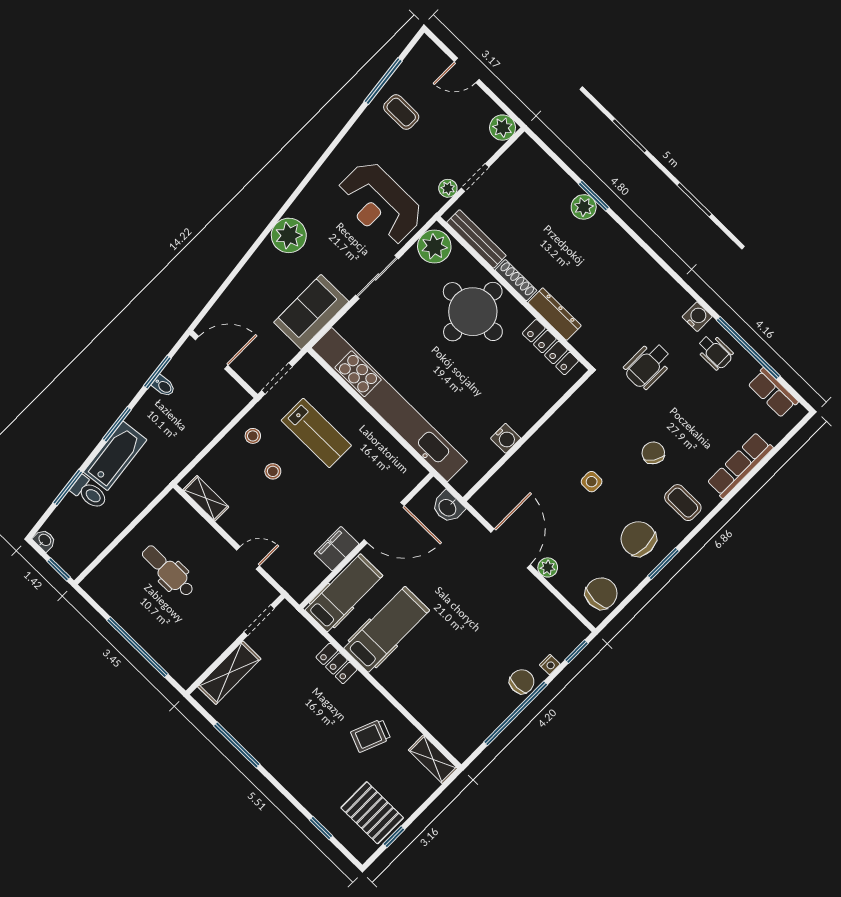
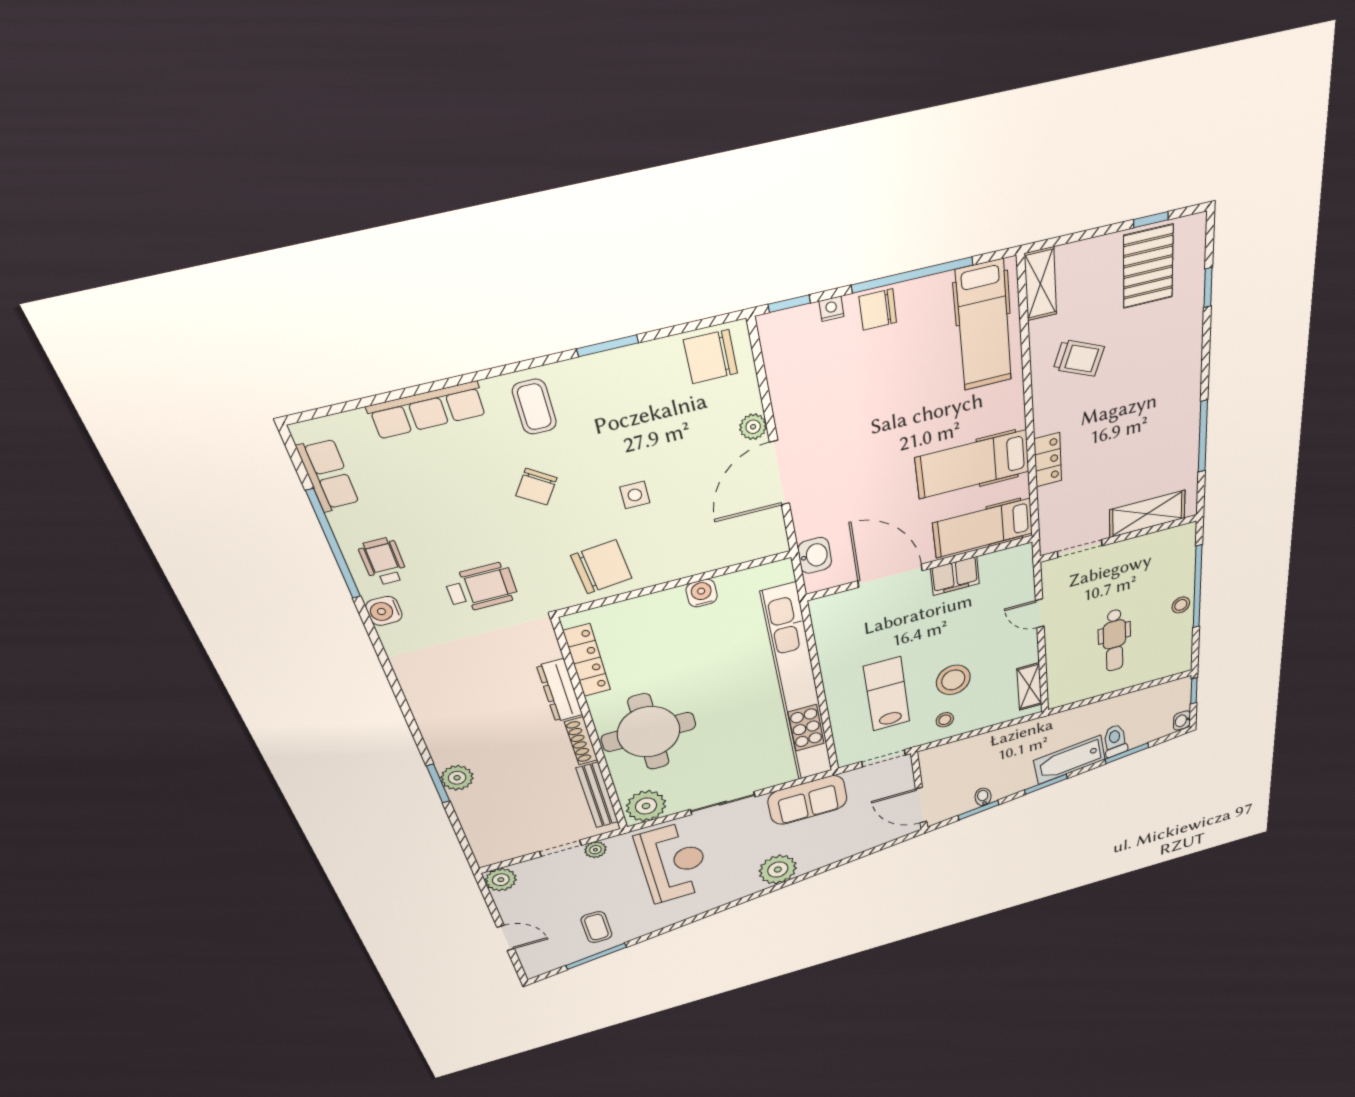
stool: (273, 471) -> (953, 680), width x1.89, depth x1.89
chair: (638, 539) -> (602, 567), moved, turned -96
stool: (138, 627) -> (1181, 605), added
hospital bed: (449, 714) -> (984, 326), added

